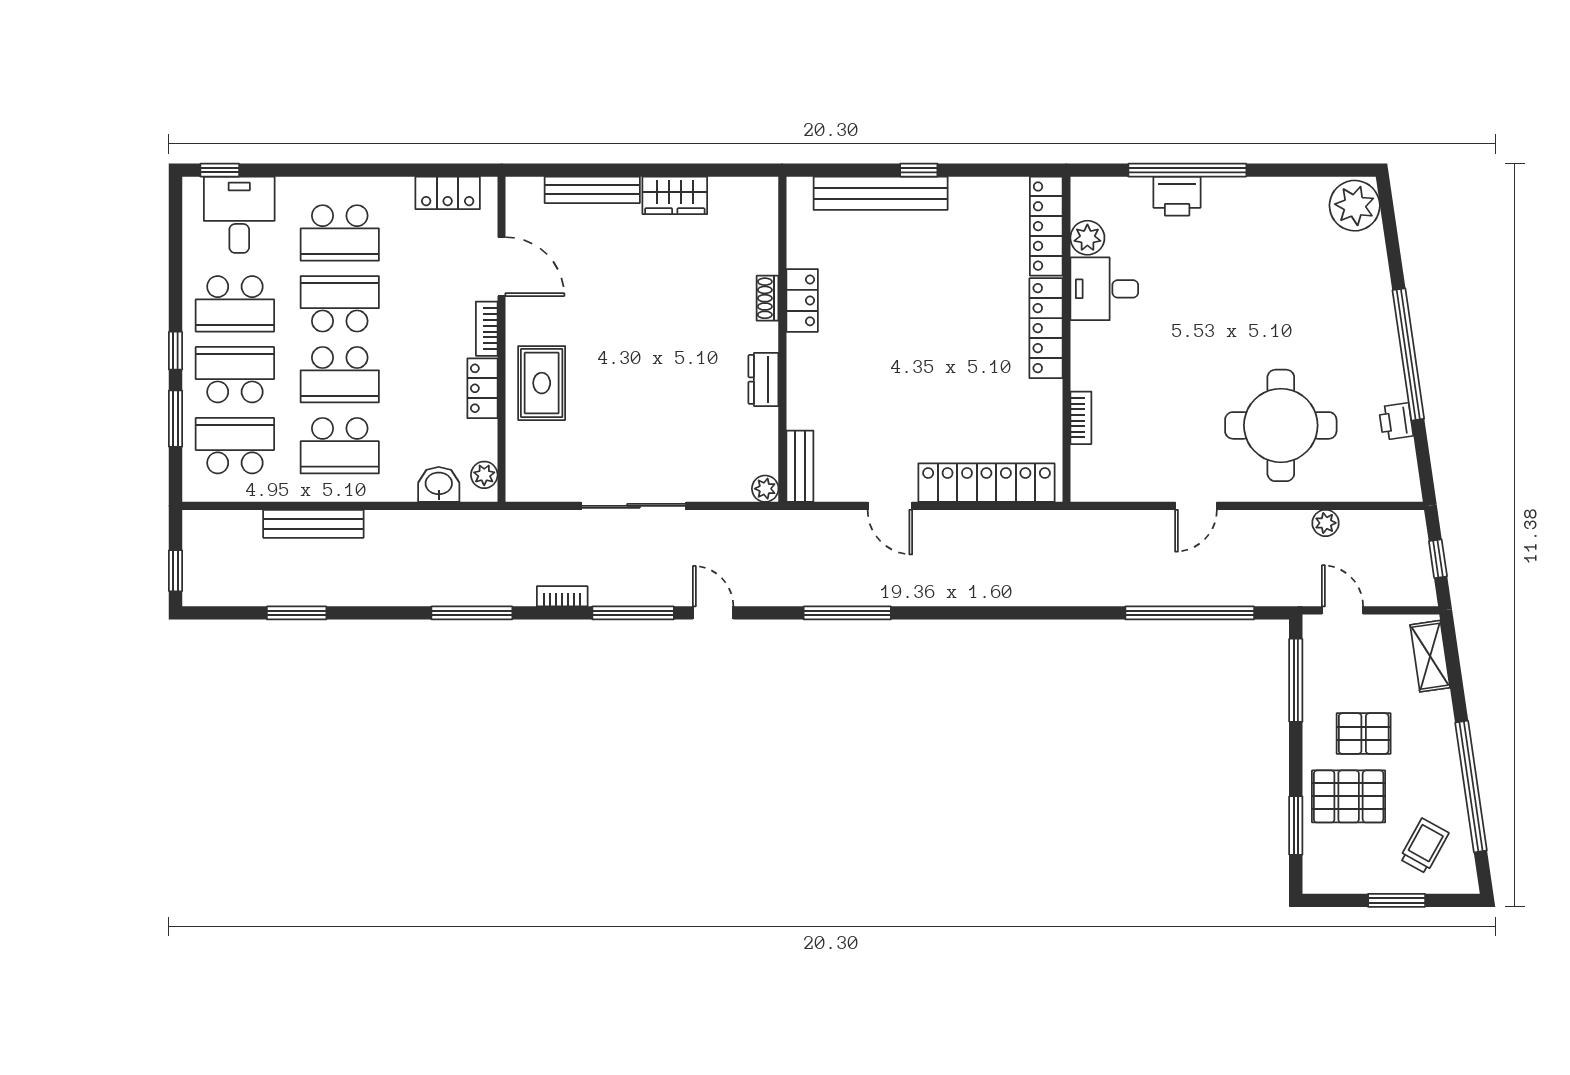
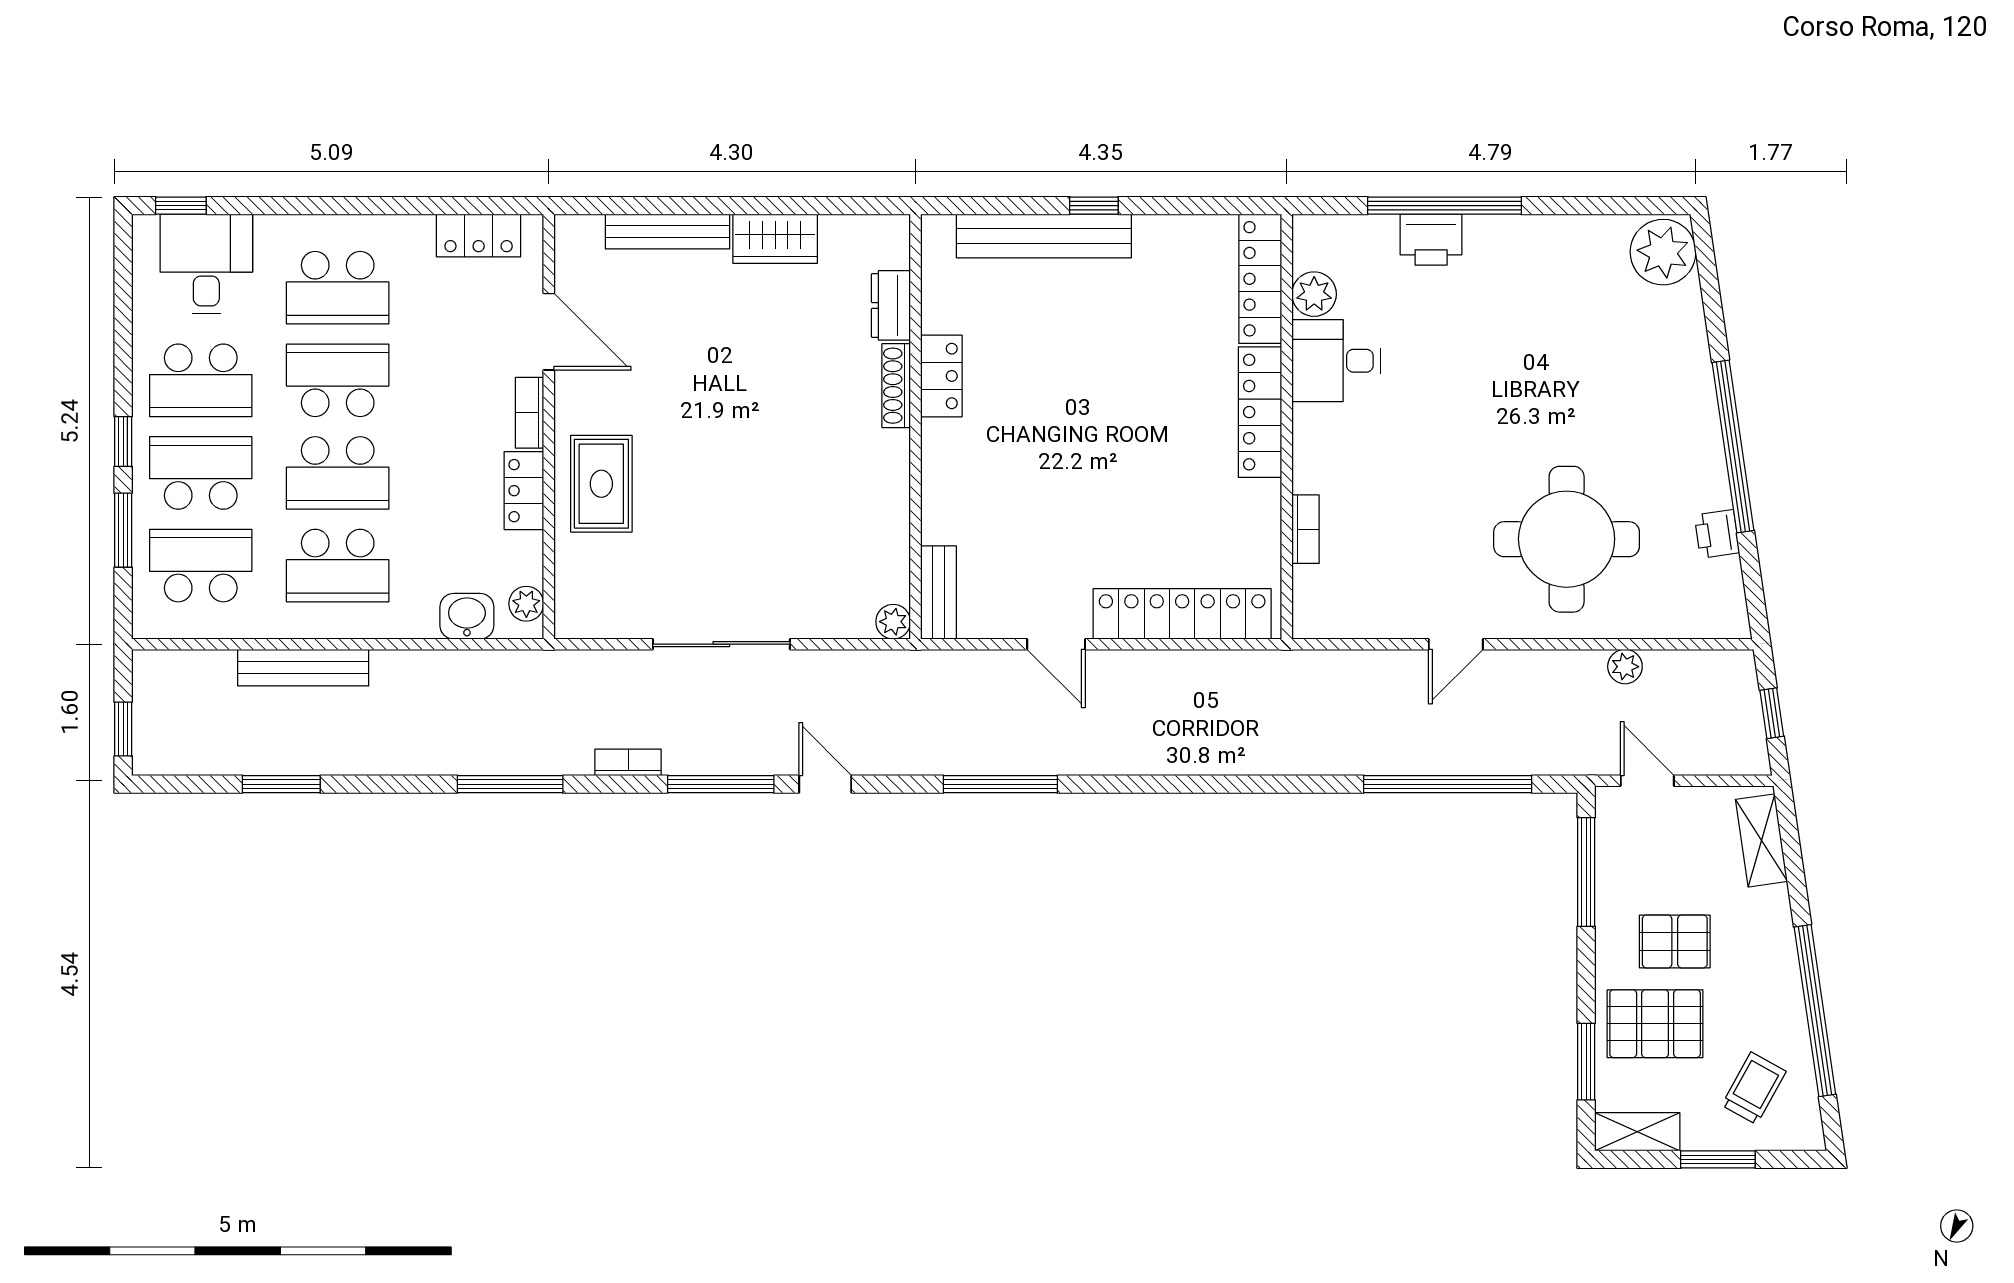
shoe rack: (767, 298) -> (896, 386), width x1.43
dresser: (763, 379) -> (891, 305), moved
shelving: (1335, 879) -> (1637, 1132), added

